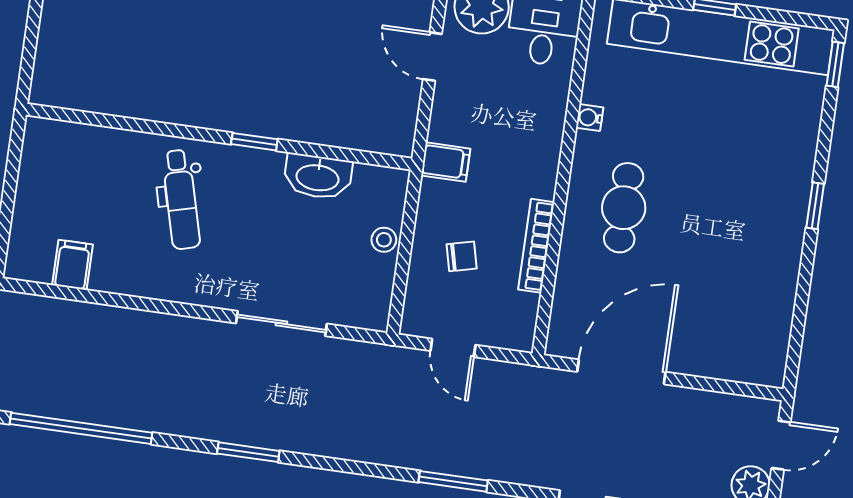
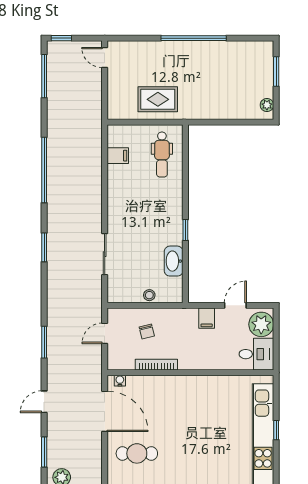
water cooler: (590, 118) -> (120, 381), moved
filing cabinet: (446, 162) -> (207, 318), moved
dental chair: (181, 199) -> (162, 154), moved, turned -75
cafe table: (624, 208) -> (137, 453), moved

